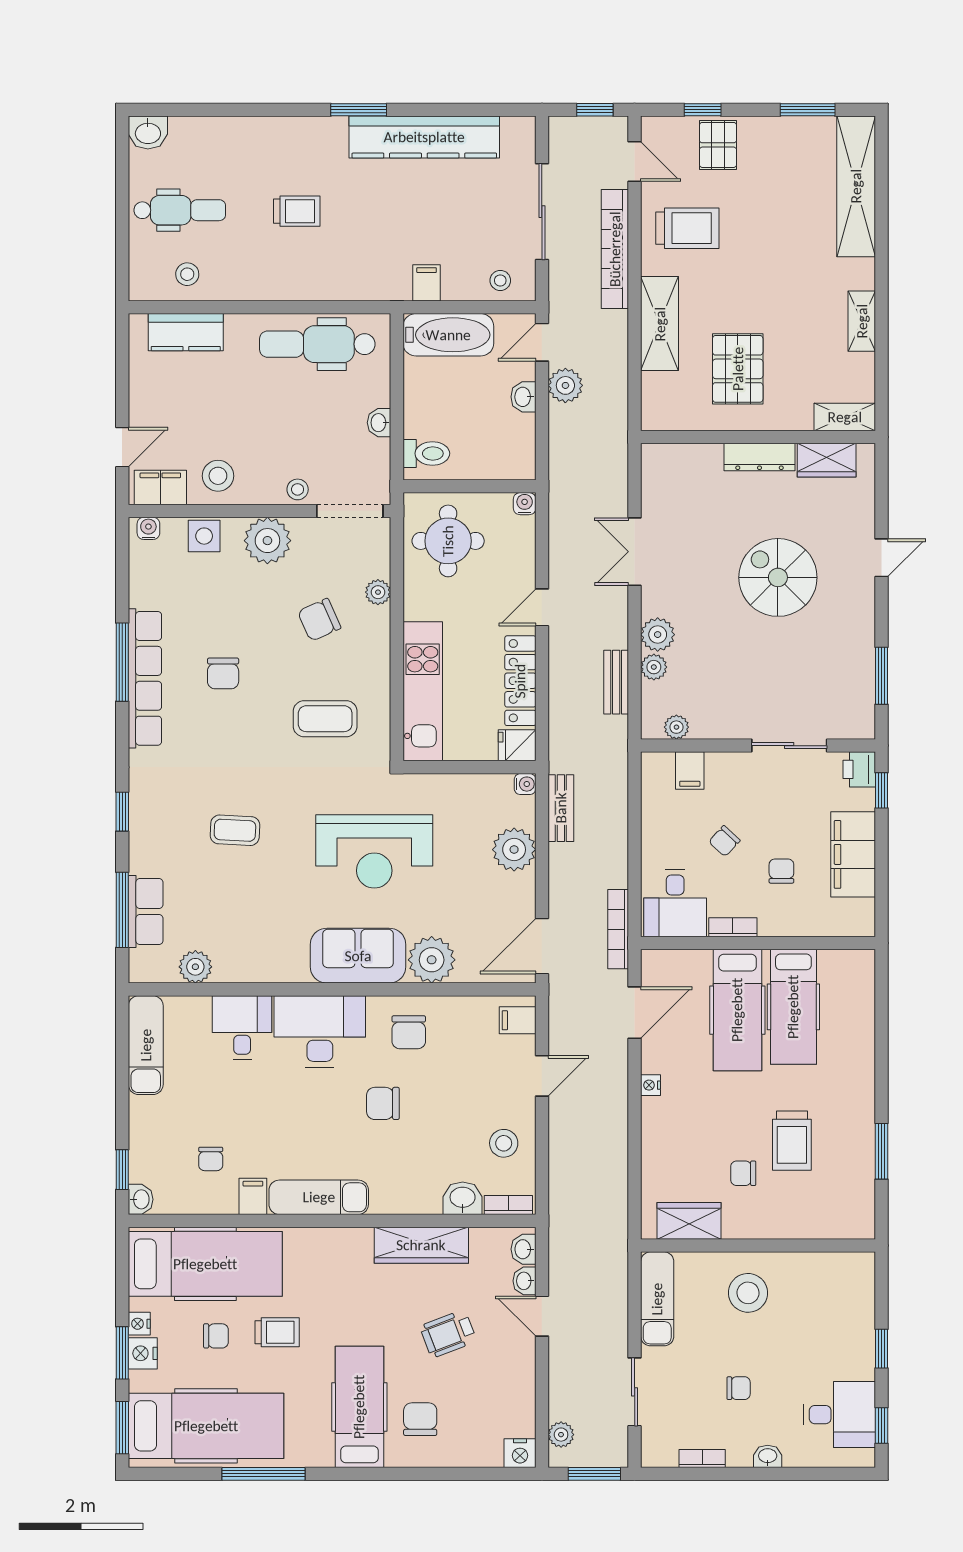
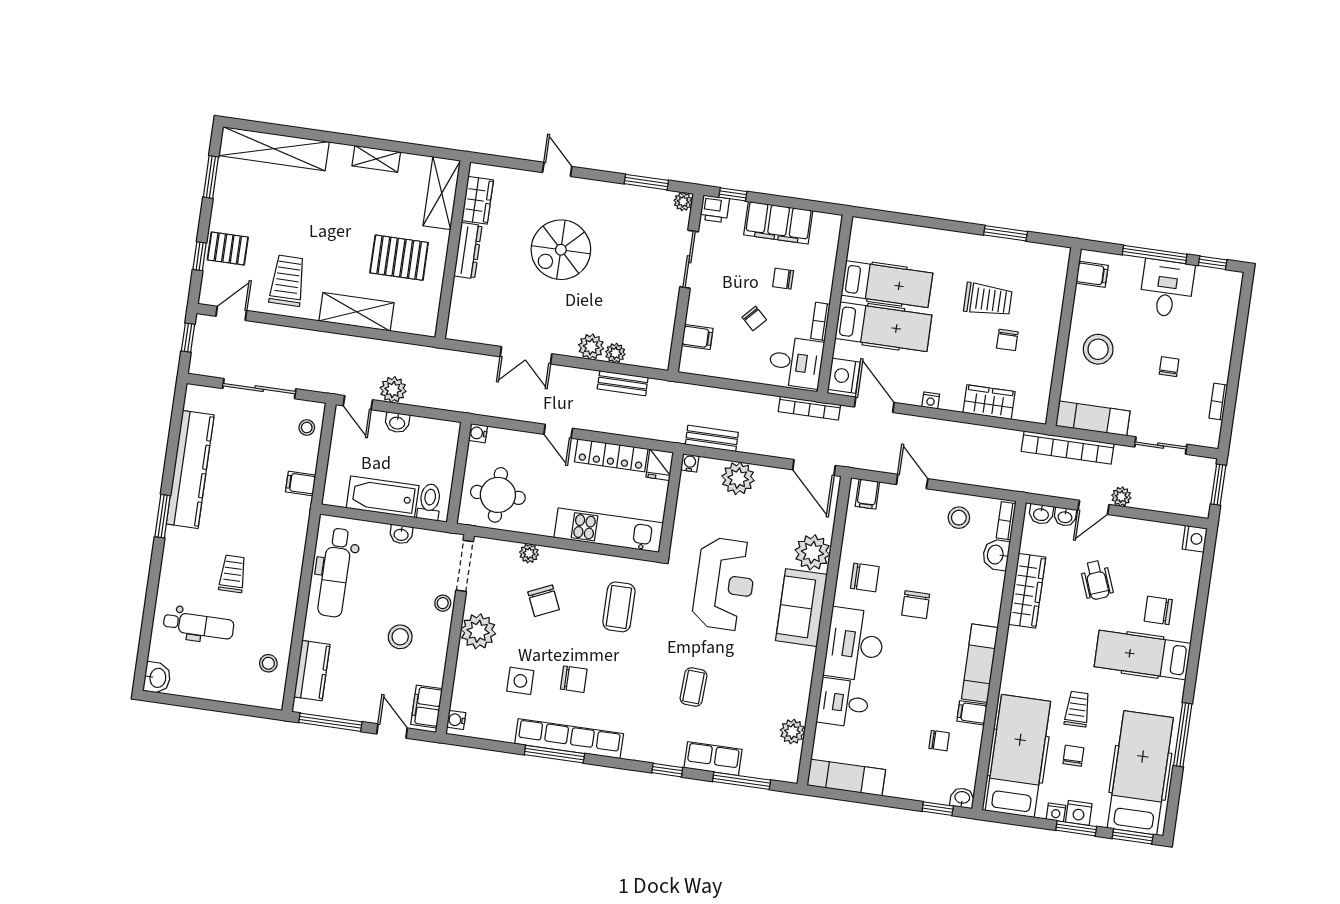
dental chair: (180, 210) -> (199, 625), moved, turned 90
bookcase: (615, 249) -> (1068, 448), moved
bathtub: (448, 335) -> (383, 497), moved, turned -90
window: (122, 366) -> (330, 722), added
shelving: (845, 417) -> (442, 193), width x1.50, depth x1.33
stool: (218, 476) -> (400, 637), moved
side table: (204, 536) -> (520, 681), moved
plant: (676, 727) -> (683, 202), moved
row of seats: (146, 912) -> (713, 759), moved
nightstand: (667, 968) -> (844, 376), added
wardrobe: (689, 1221) -> (989, 402), moved, turned 90
filing cabinet: (844, 1271) -> (1092, 274), added
window: (881, 1349) -> (1155, 254), width x2.17
desk: (839, 1415) -> (1167, 288), moved
plant: (561, 1435) -> (1121, 497), moved
washbasin: (768, 1456) -> (1224, 352), removed

